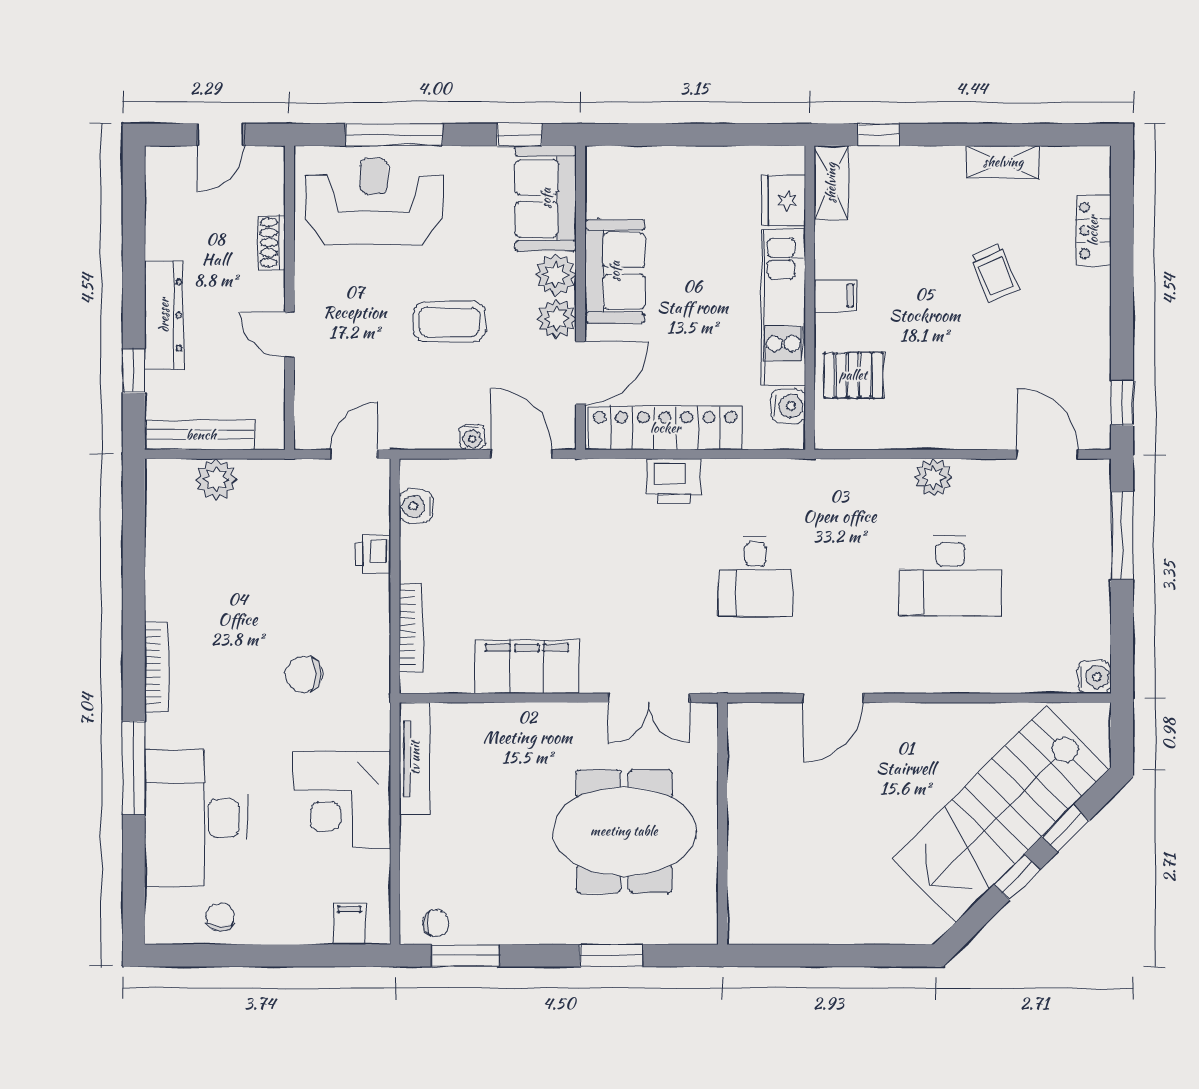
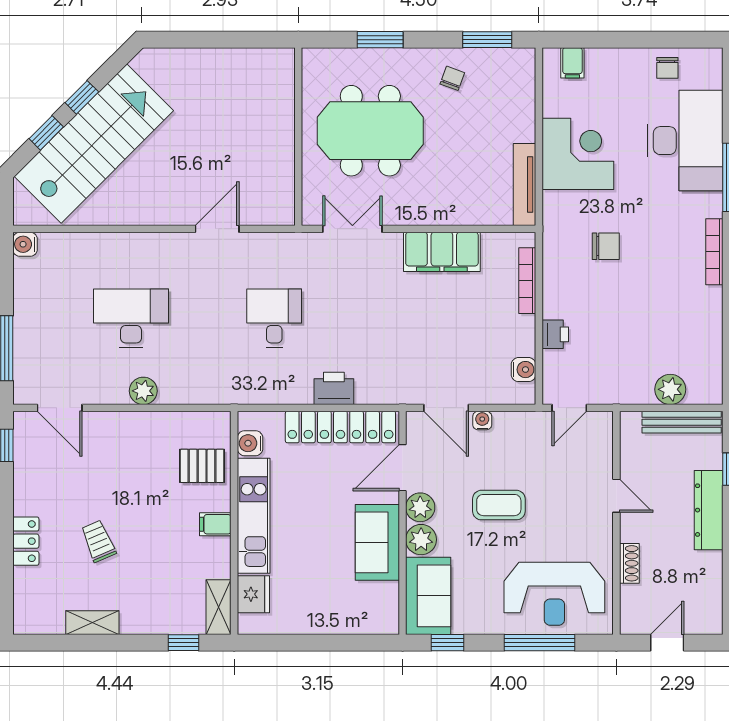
locker: (1093, 231) -> (26, 541), moved
chair: (436, 923) -> (452, 78), moved, turned 110

